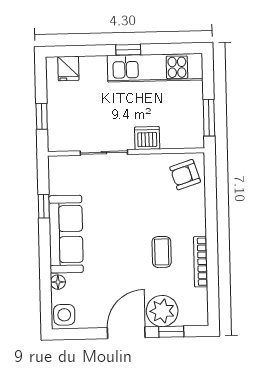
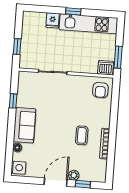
fridge: (68, 69) -> (53, 20), moved
dishwasher: (147, 138) -> (106, 68), moved
armchair: (185, 175) -> (100, 90), turned -72
sofa: (66, 234) -> (24, 125), width x0.73
plant: (162, 311) -> (74, 175), width x0.53, depth x0.53

